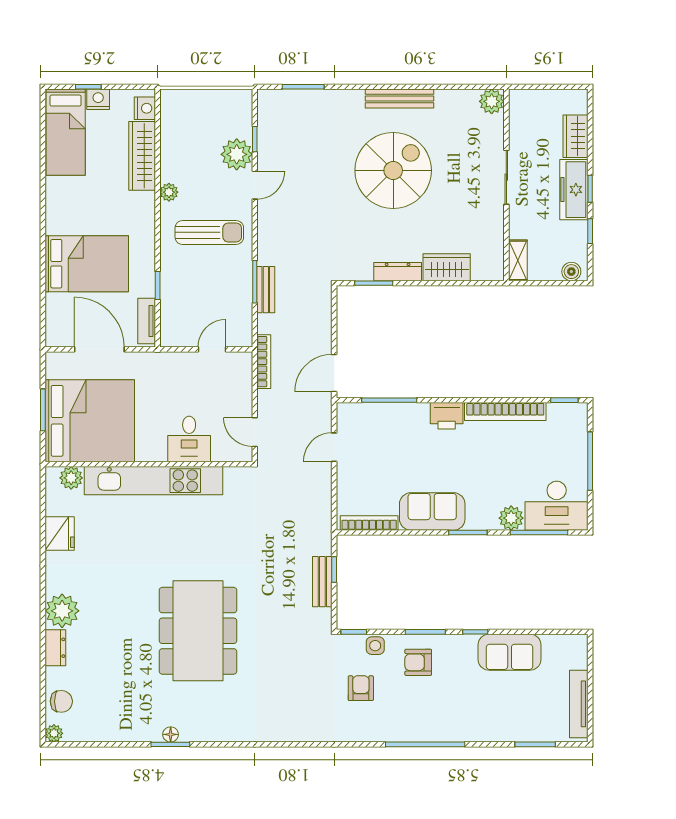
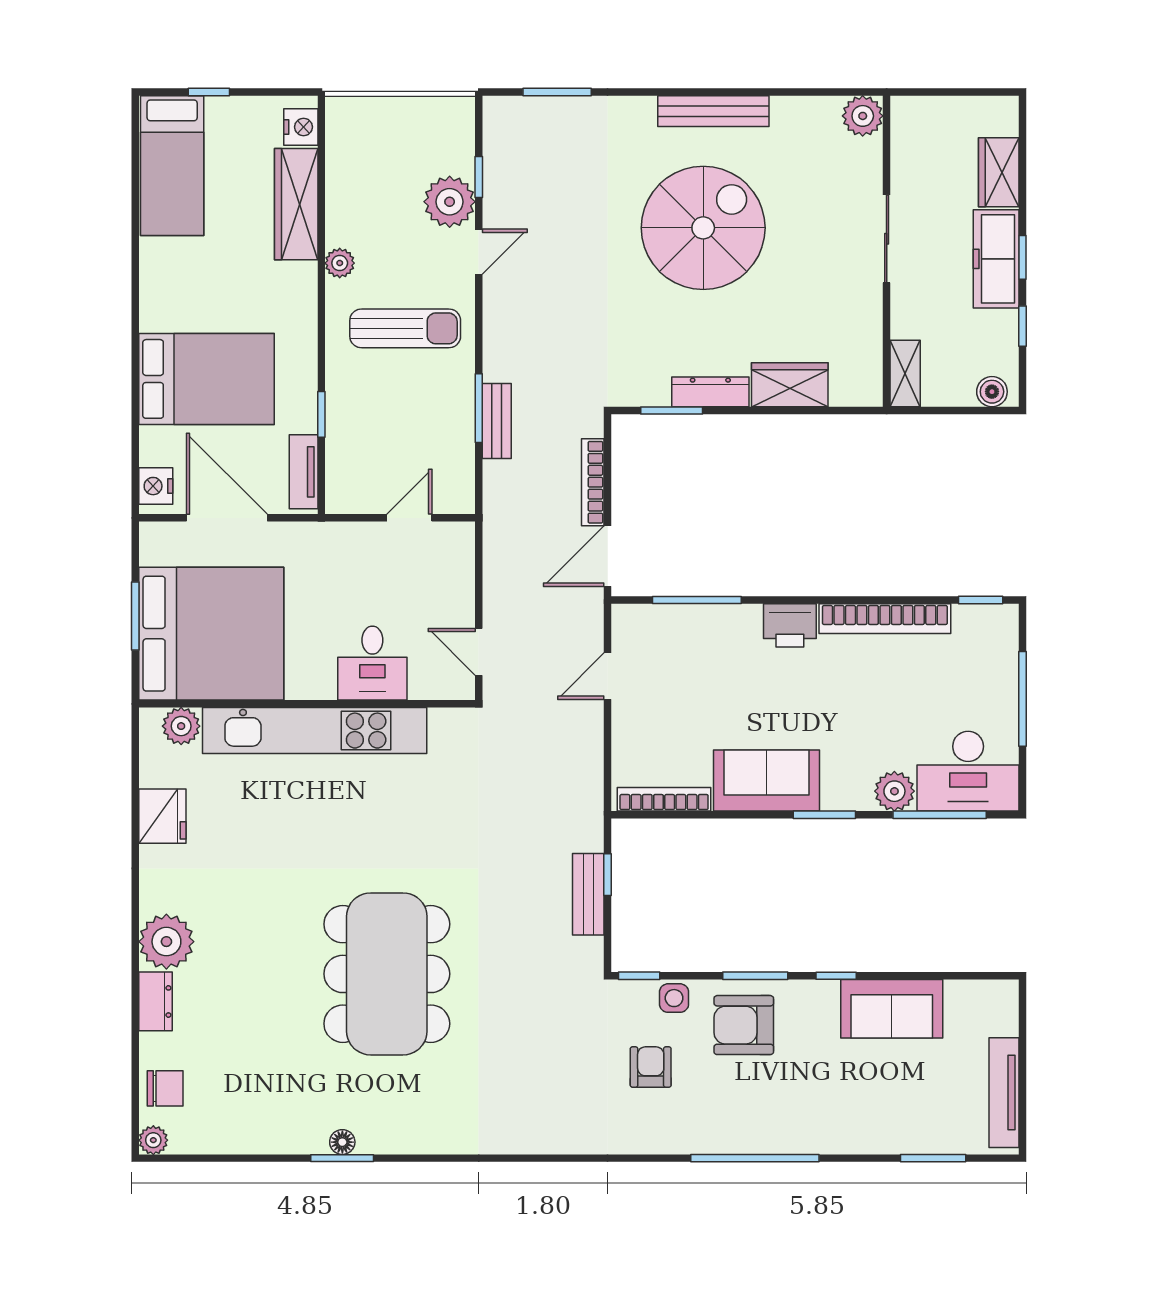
nightstand: (98, 99) -> (156, 486), moved, turned -90
bookcase: (264, 362) -> (593, 482), moved, turned 180
armchair: (418, 662) -> (744, 1025), width x1.38, depth x1.38

